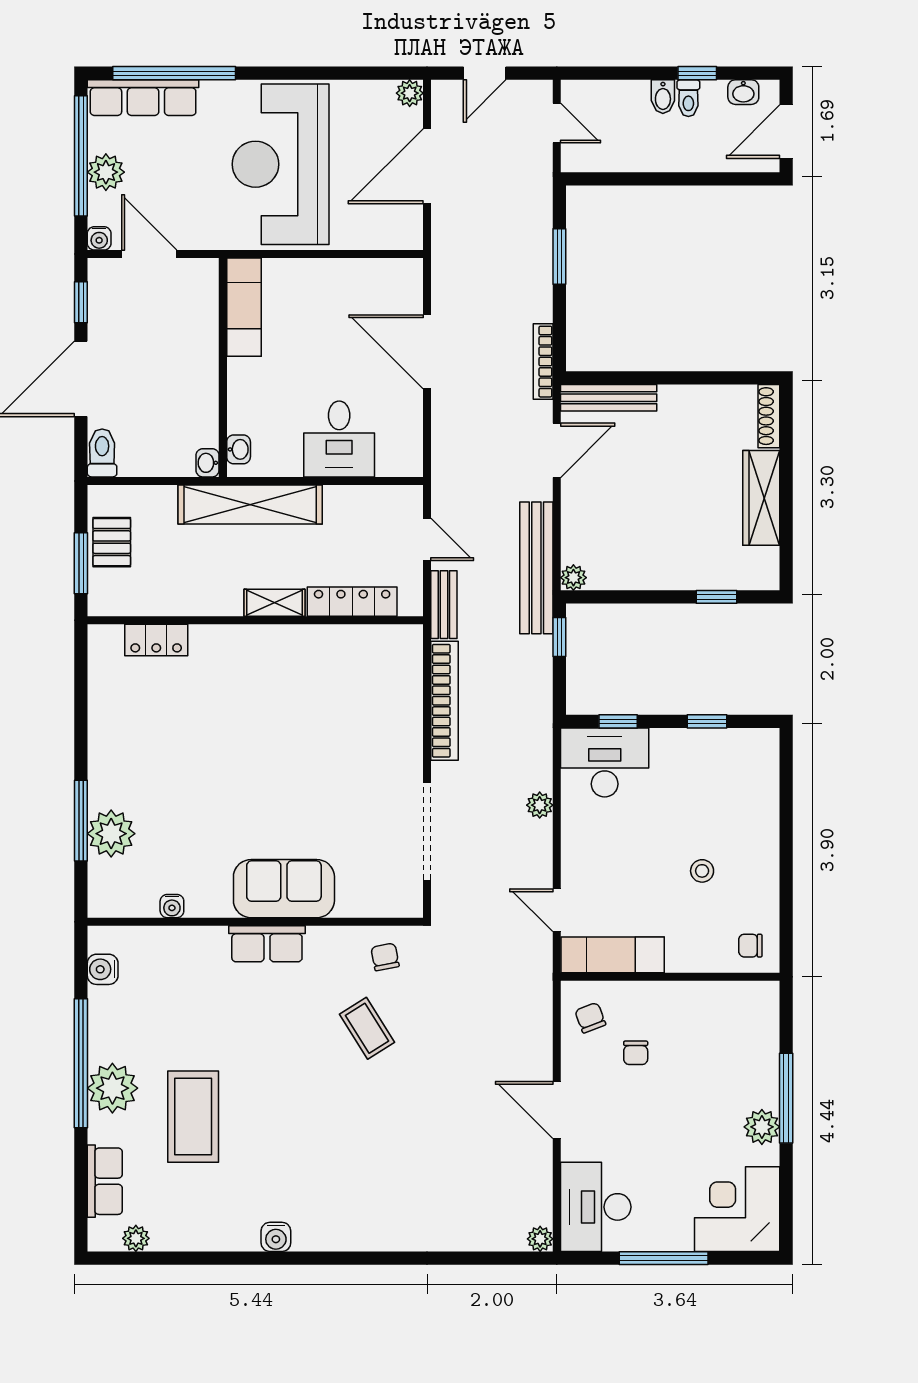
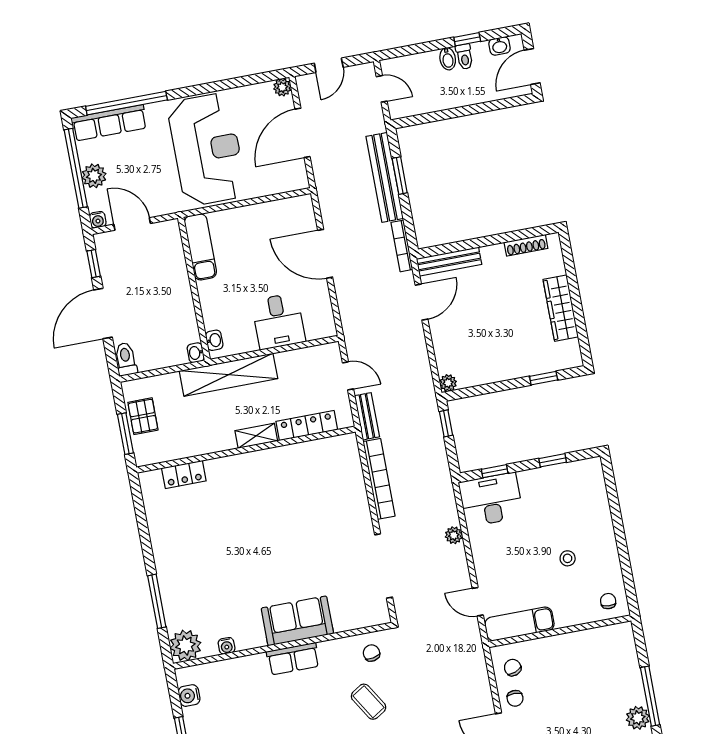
reception desk: (281, 164) -> (207, 149), turned 180
shoe rack: (769, 416) -> (526, 245), moved, turned -90
bench: (536, 568) -> (385, 177), moved
plant: (111, 834) -> (185, 645), moved
chair: (750, 946) -> (608, 601), turned 94
chair: (636, 1053) -> (515, 698), moved

